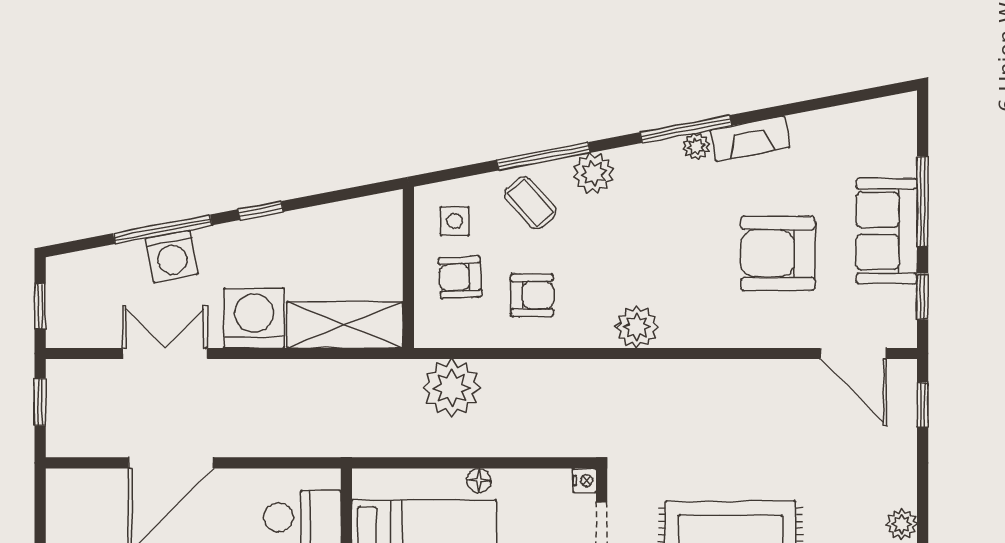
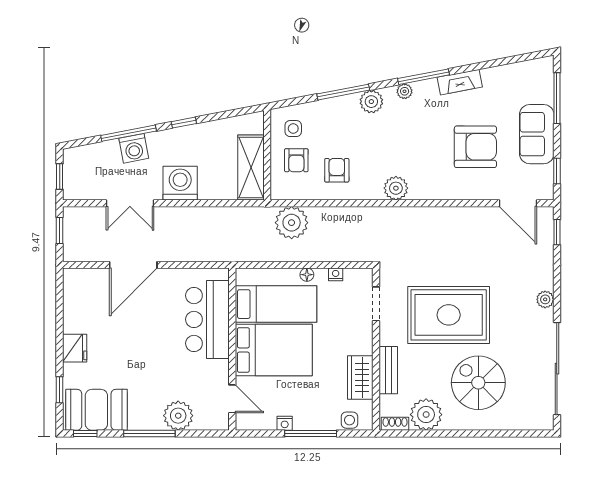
plant: (696, 146) -> (405, 91), moved
window: (923, 202) -> (557, 98), moved
coffee table: (530, 203) -> (336, 118), removed
armchair: (778, 253) -> (475, 147), turned 180
armchair: (460, 277) -> (296, 160), turned -87
armchair: (532, 295) -> (337, 170), turned -90
shelving: (345, 325) -> (251, 167), moved, turned 90
double door: (165, 354) -> (130, 203), swing flipped
nightstand: (585, 481) -> (336, 274), moved, turned -90

